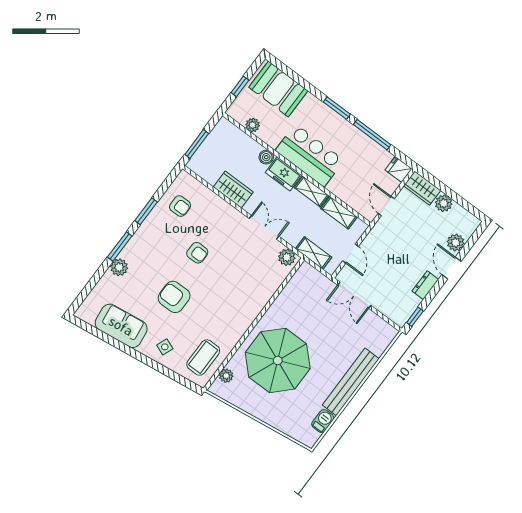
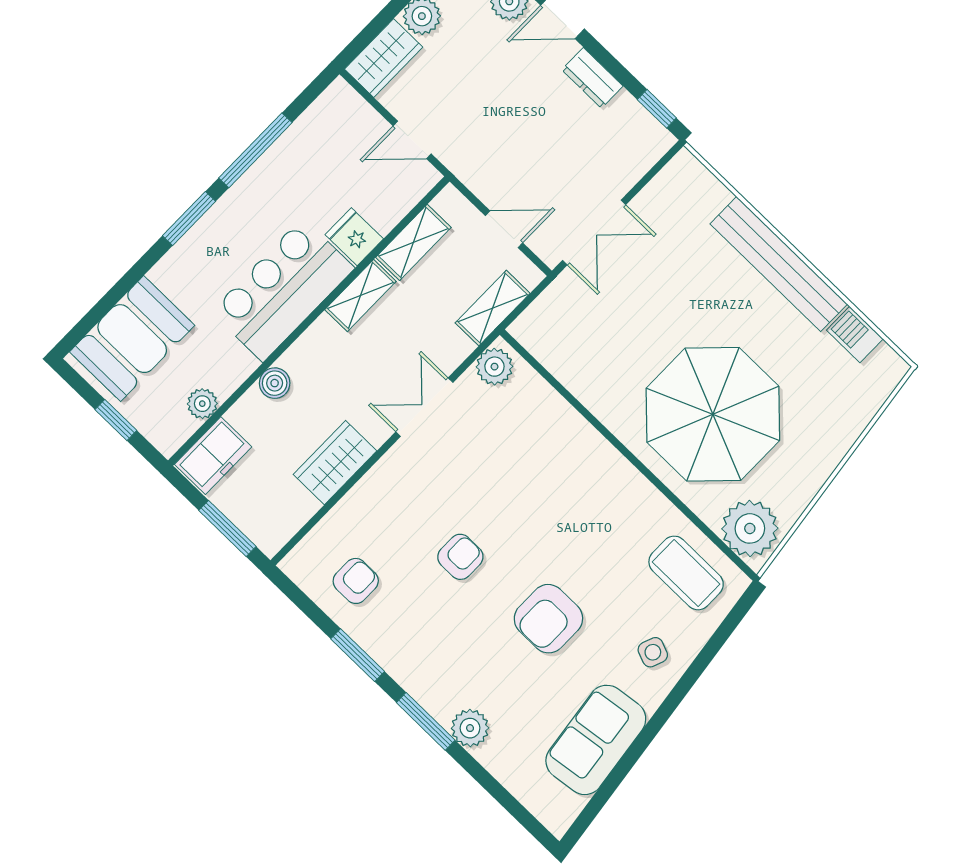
fridge: (399, 169) -> (354, 237), moved, turned 90
freezer: (284, 174) -> (213, 456), moved
plant: (226, 376) -> (750, 528), width x1.88, depth x1.88

